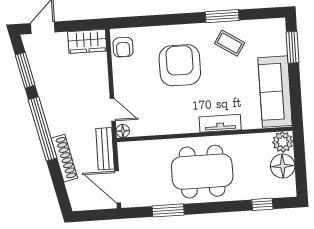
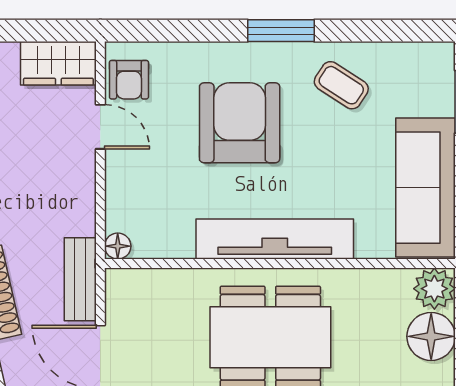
window: (222, 16) -> (281, 31), moved
door: (113, 110) -> (100, 127), moved
tv unit: (220, 123) -> (275, 239), width x1.92, depth x1.29

